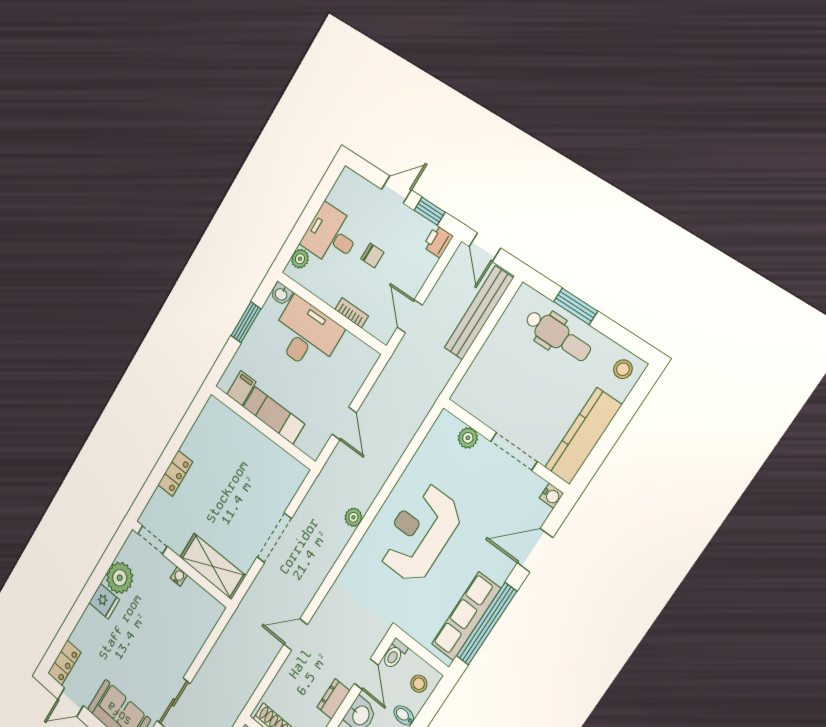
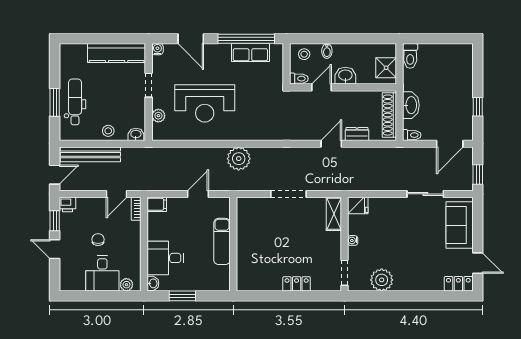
bookcase: (352, 313) -> (136, 209), moved
desk: (306, 335) -> (165, 258), width x0.73
stool: (623, 369) -> (108, 131), moved
filing cabinet: (241, 388) -> (157, 204), moved, turned 180
washbasin: (464, 391) -> (136, 134), added
doorway: (514, 451) -> (149, 85), width x0.73
plant: (353, 517) -> (239, 159), width x1.87, depth x1.87
reception desk: (420, 533) -> (205, 103), moved
shelving: (213, 566) -> (334, 214), width x0.67, depth x0.75
fridge: (104, 601) -> (358, 206), moved, turned 90
row of seats: (466, 616) -> (250, 53), width x0.68
door: (296, 635) -> (331, 144), swing flipped
dresser: (333, 699) -> (357, 134), moved, turned 180

